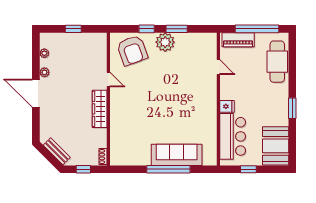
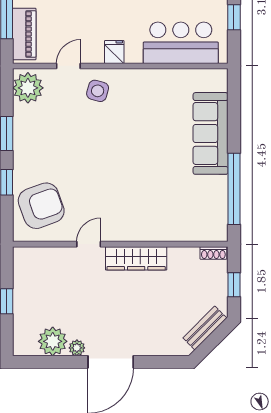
plant: (165, 42) -> (28, 88), moved
plant: (44, 53) -> (53, 341), width x1.87, depth x1.87
side table: (203, 85) -> (98, 91), added
fridge: (227, 106) -> (114, 52), moved
window: (168, 169) -> (234, 189), moved

